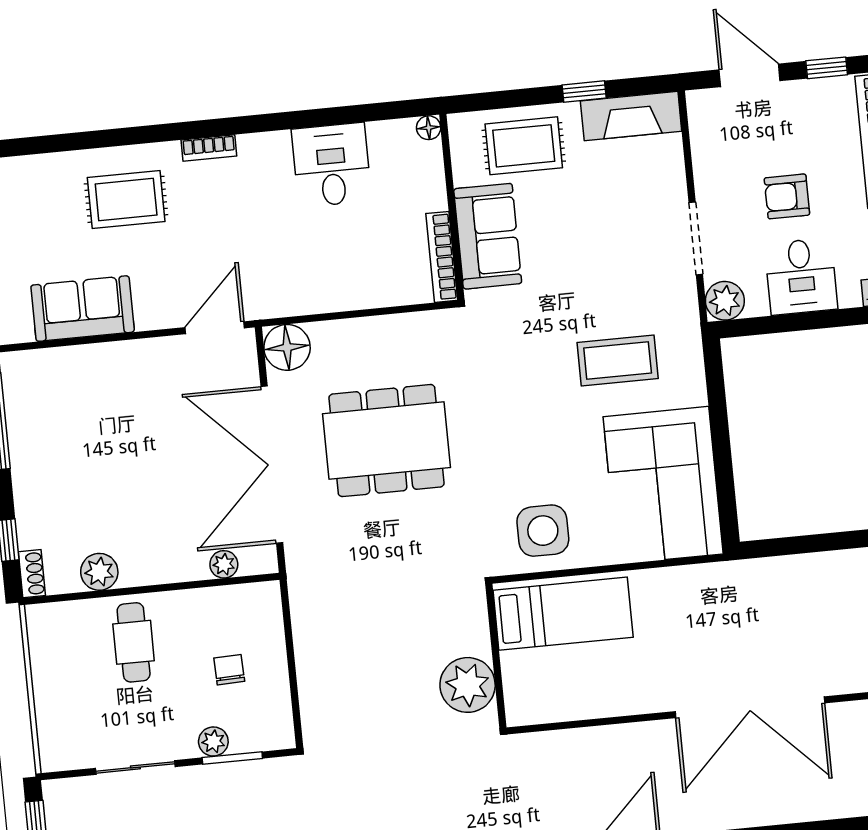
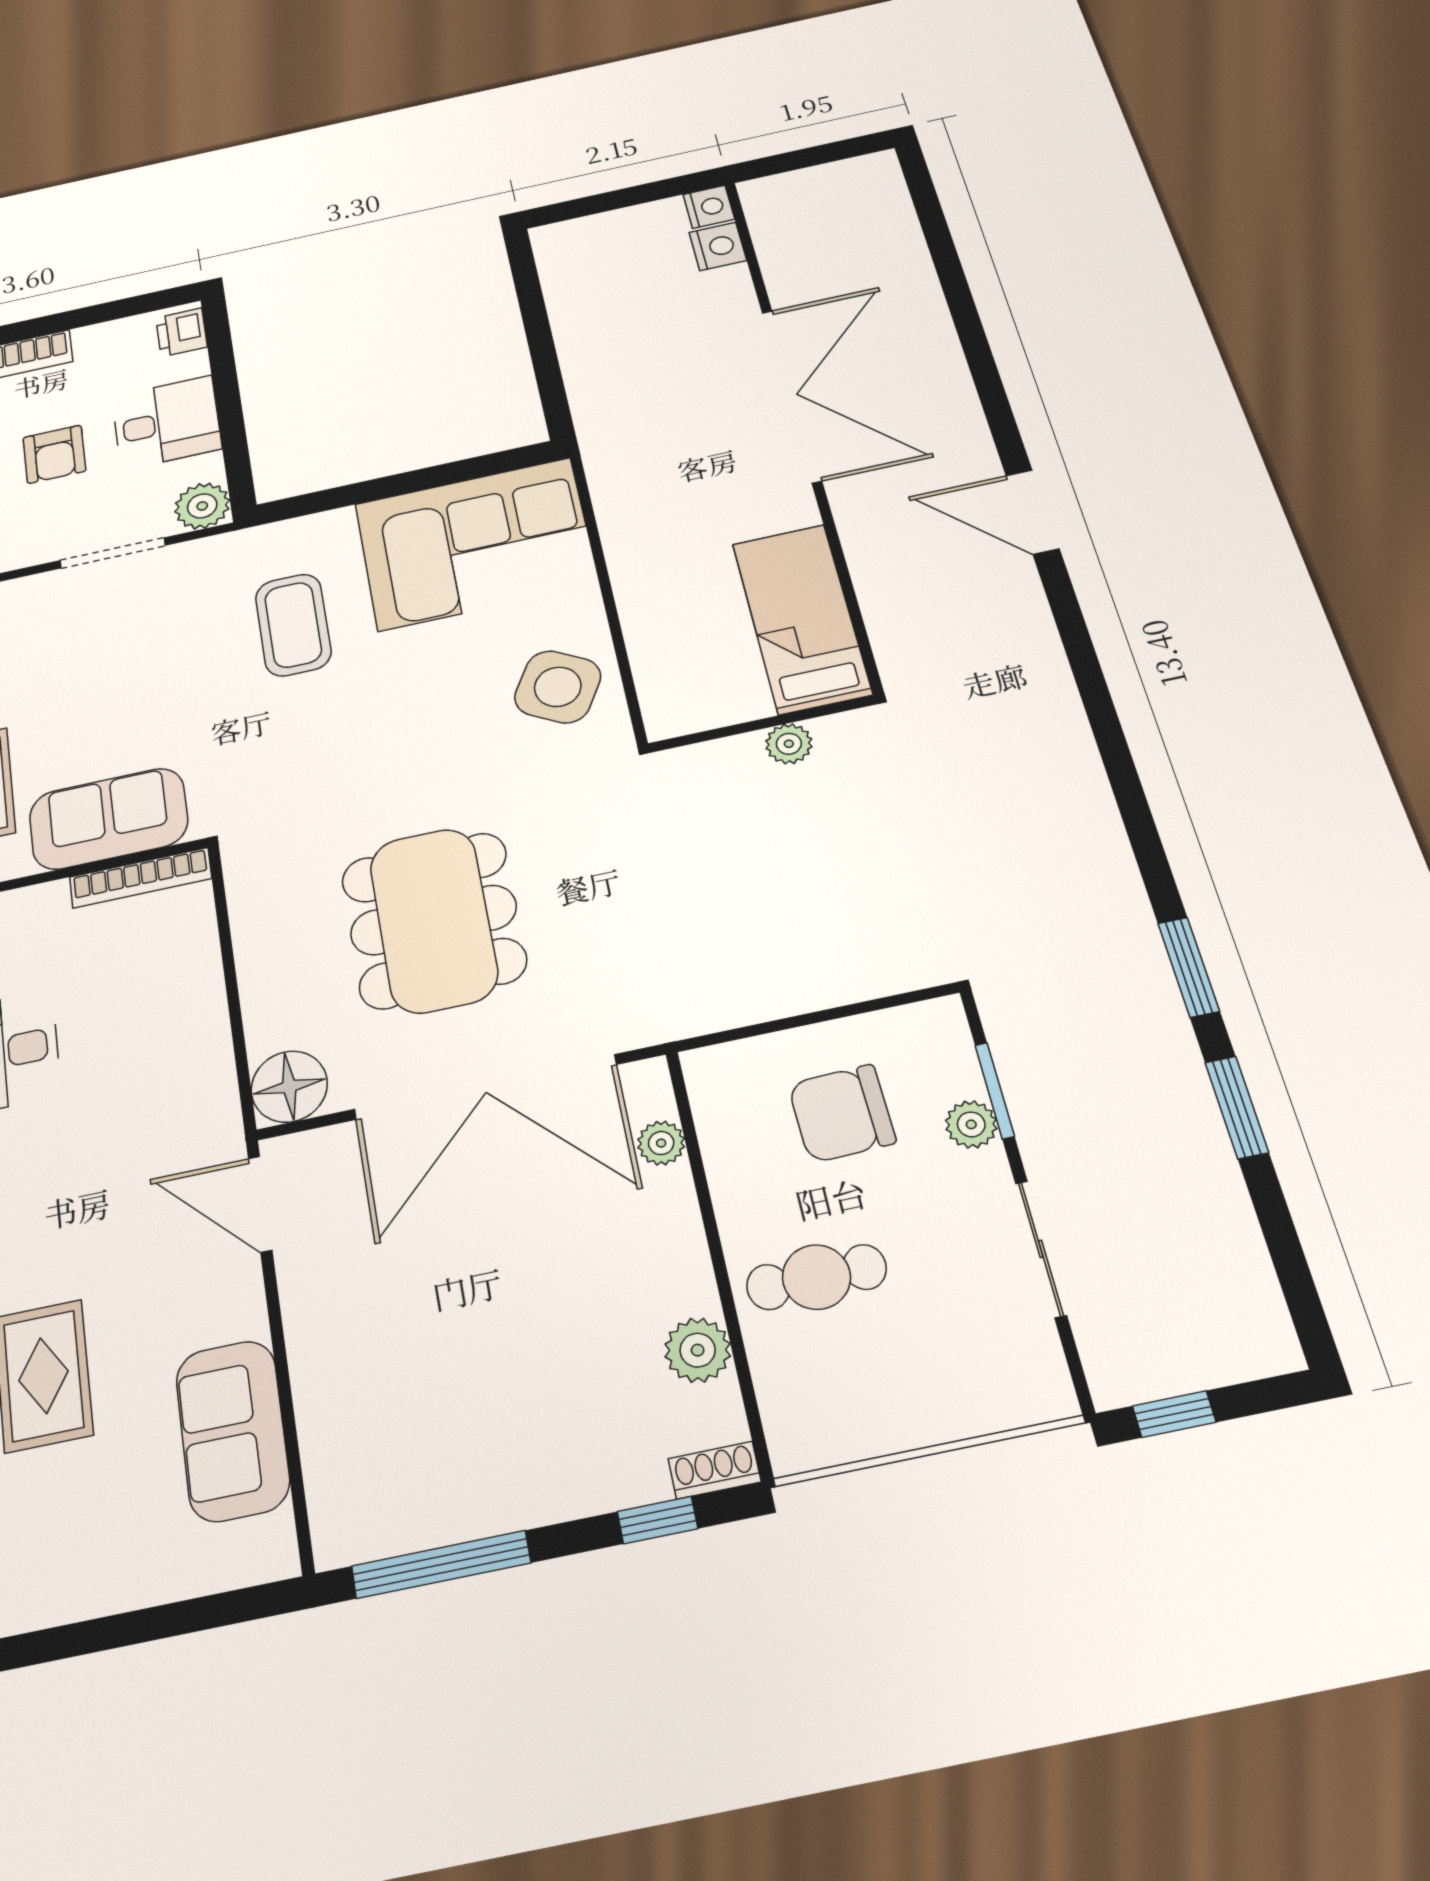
side table: (543, 531) -> (558, 687), turned 30
bed: (563, 614) -> (802, 618), moved
chair: (229, 670) -> (842, 1113), width x1.87, depth x1.87
plant: (468, 685) -> (789, 744), width x0.53, depth x0.53

